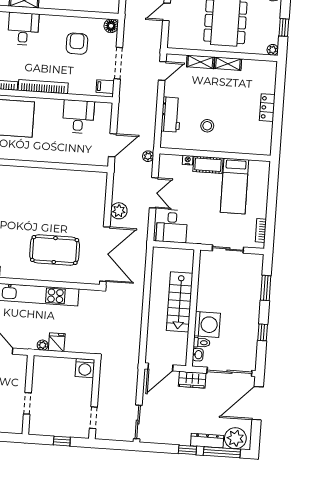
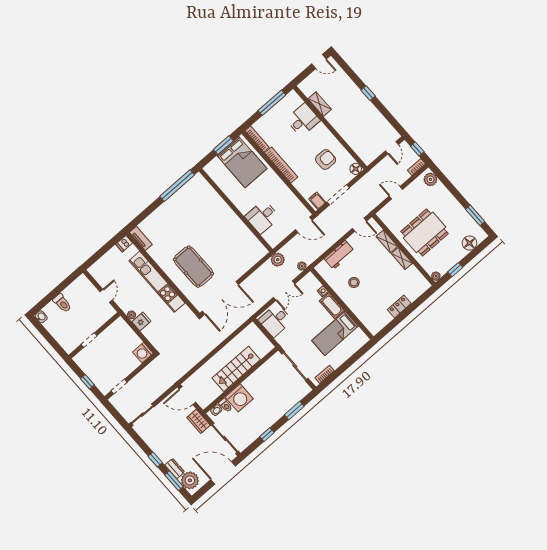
desk: (78, 117) -> (262, 217), moved, turned 180
door: (112, 145) -> (304, 225), moved
plant: (119, 211) -> (278, 260), moved
sliding door: (228, 249) -> (295, 366), width x1.37
dresser: (207, 441) -> (175, 469), width x0.70
window: (222, 452) -> (174, 481), width x0.69

